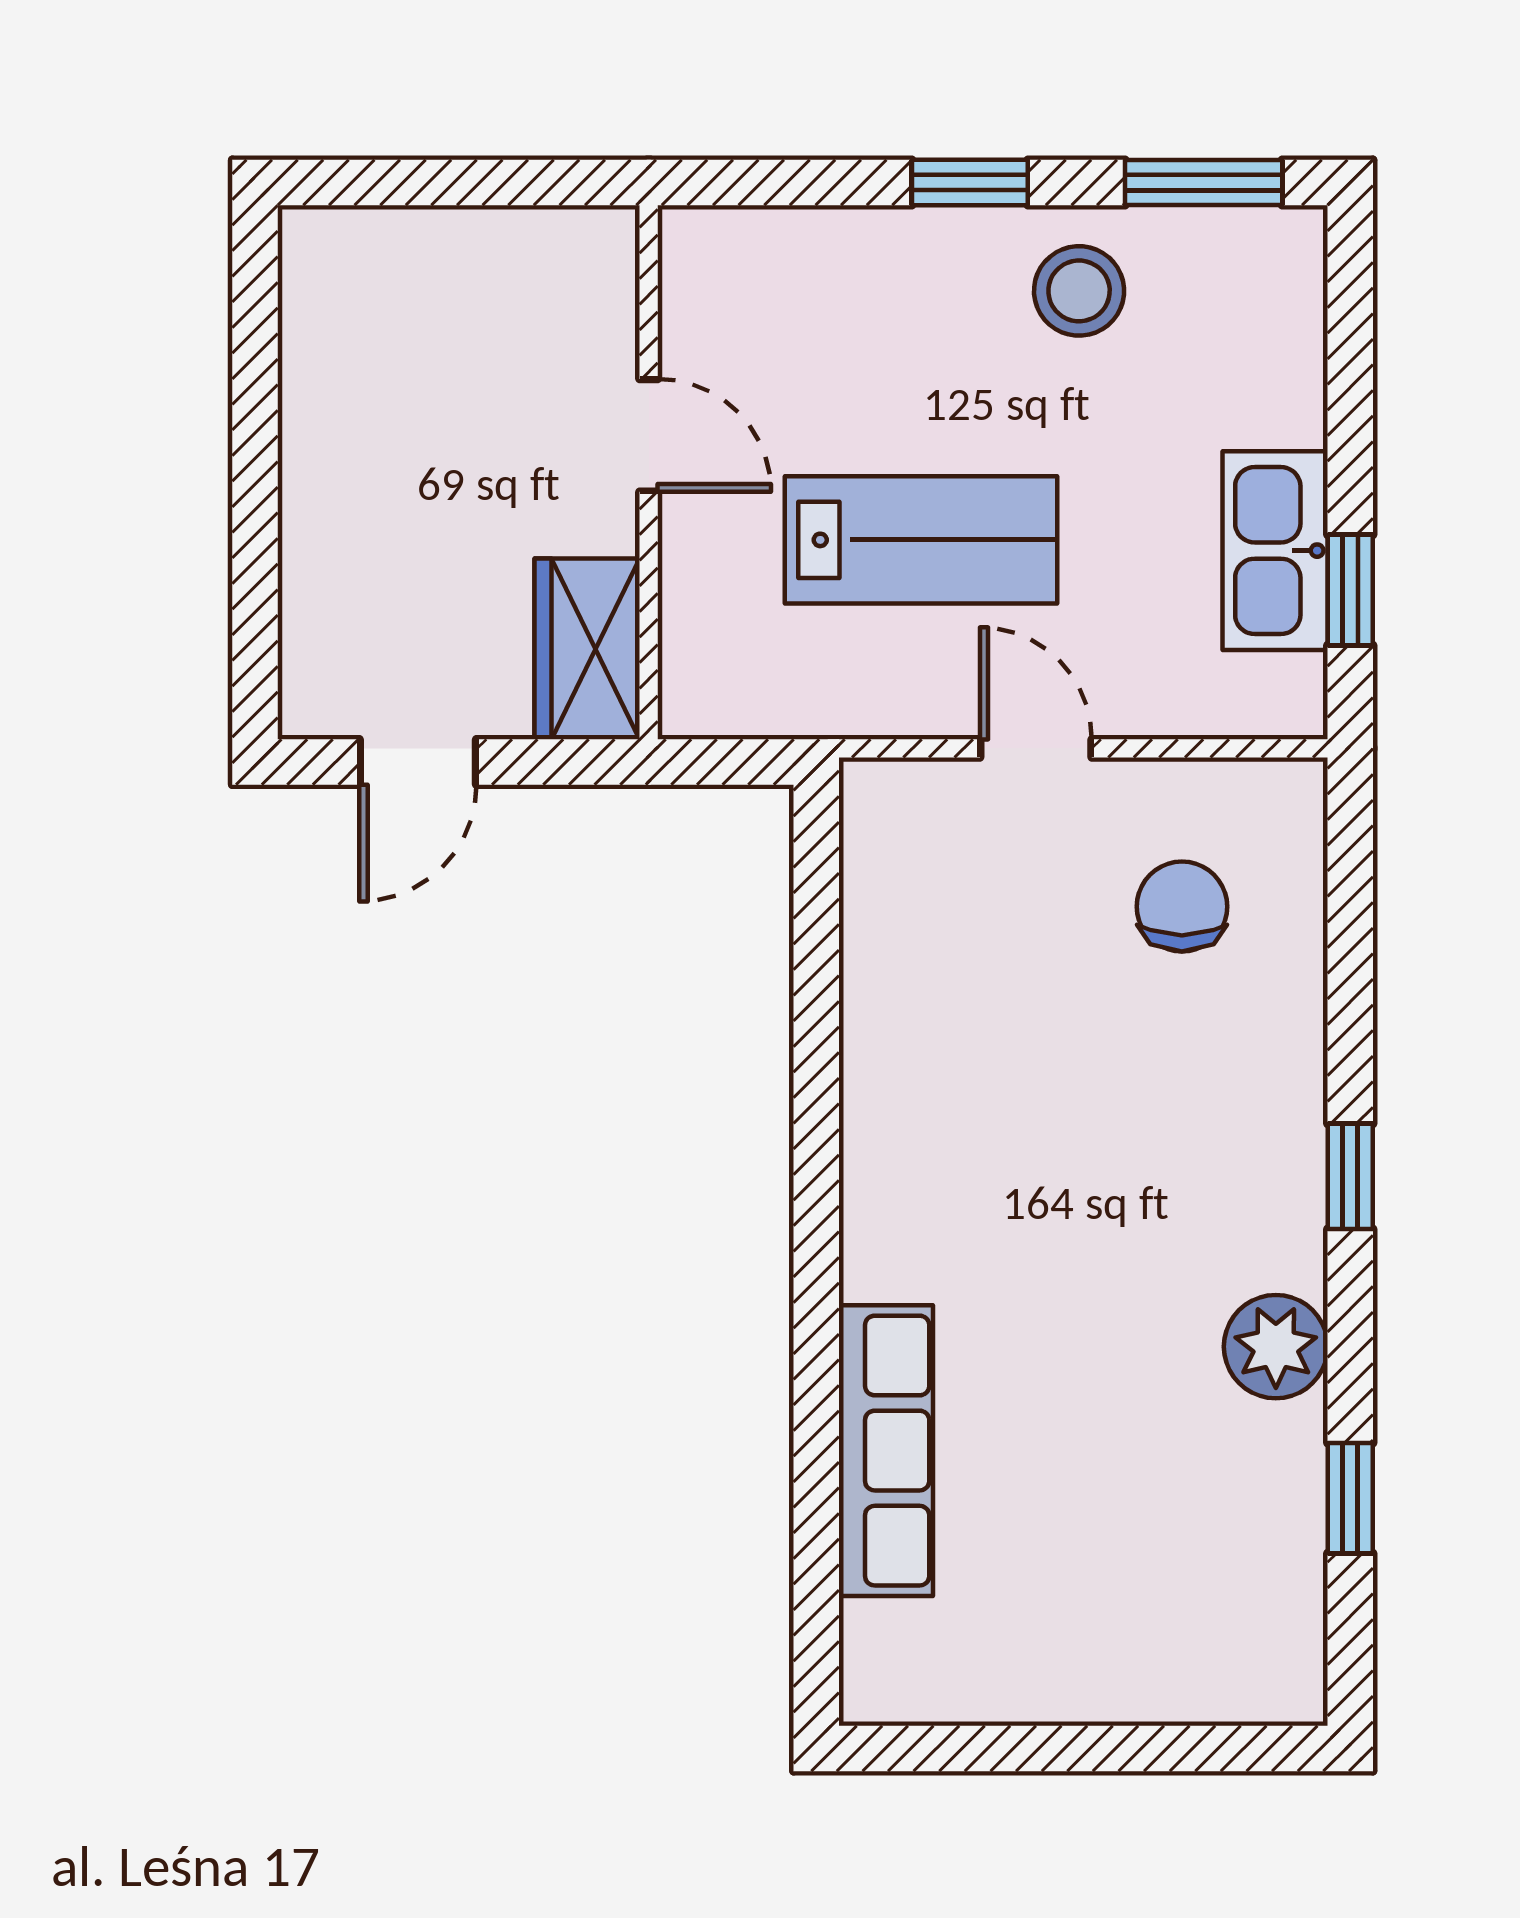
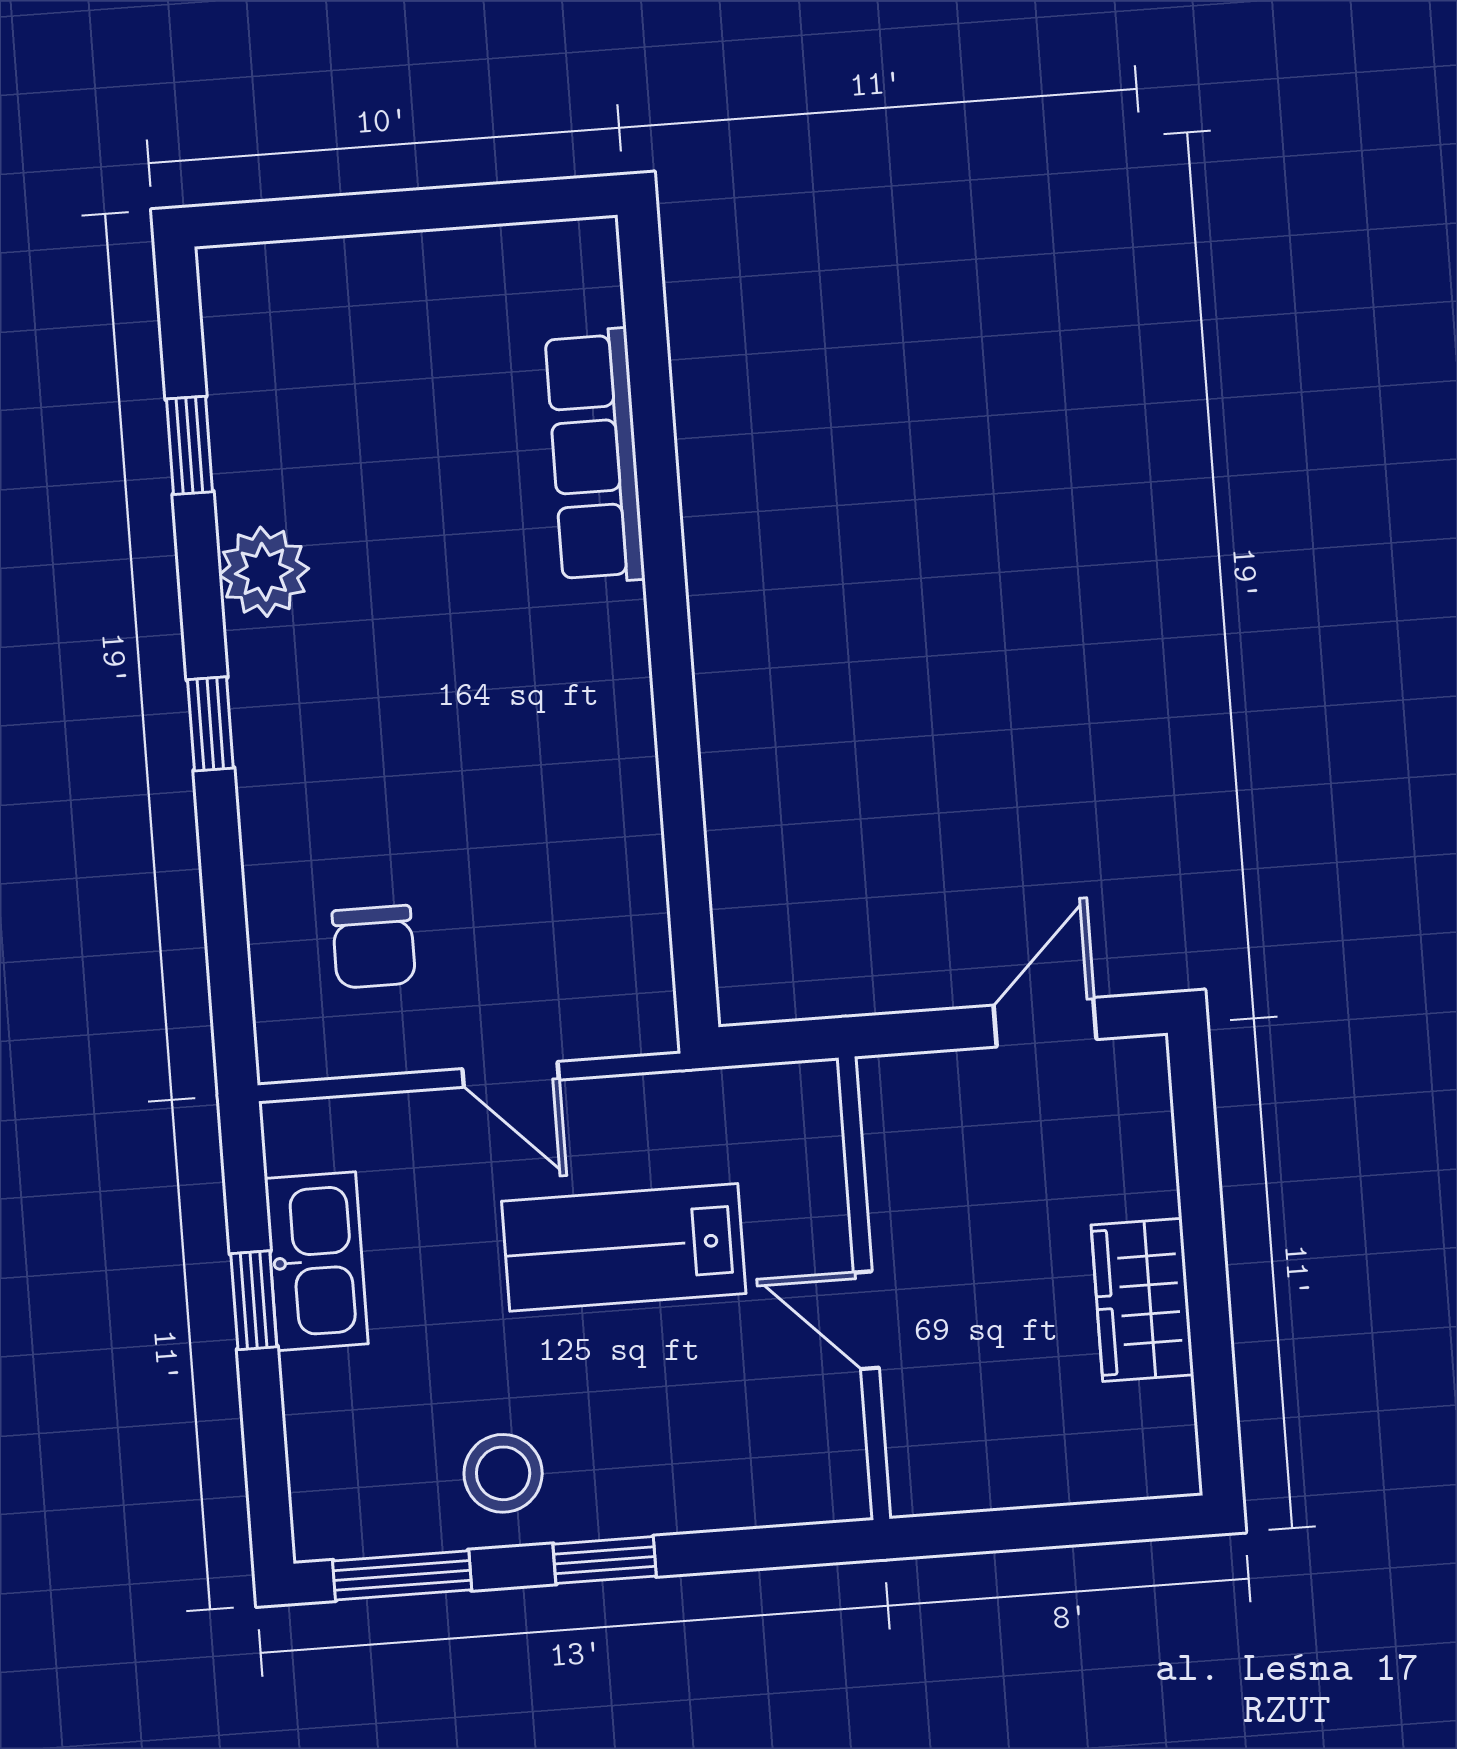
window: (1350, 590) -> (254, 1300), moved
wardrobe: (587, 649) -> (1142, 1300), moved, turned 180

